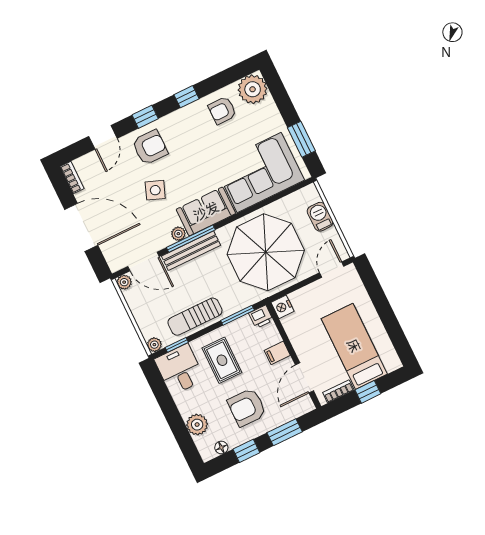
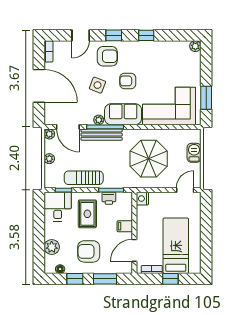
plant: (253, 89) -> (195, 46), width x0.53, depth x0.53
armchair: (222, 110) -> (128, 81), moved
parasol: (266, 252) -> (149, 159), width x0.73, depth x0.73
printer: (261, 317) -> (109, 198), moved
plant: (154, 345) -> (49, 159), moved

